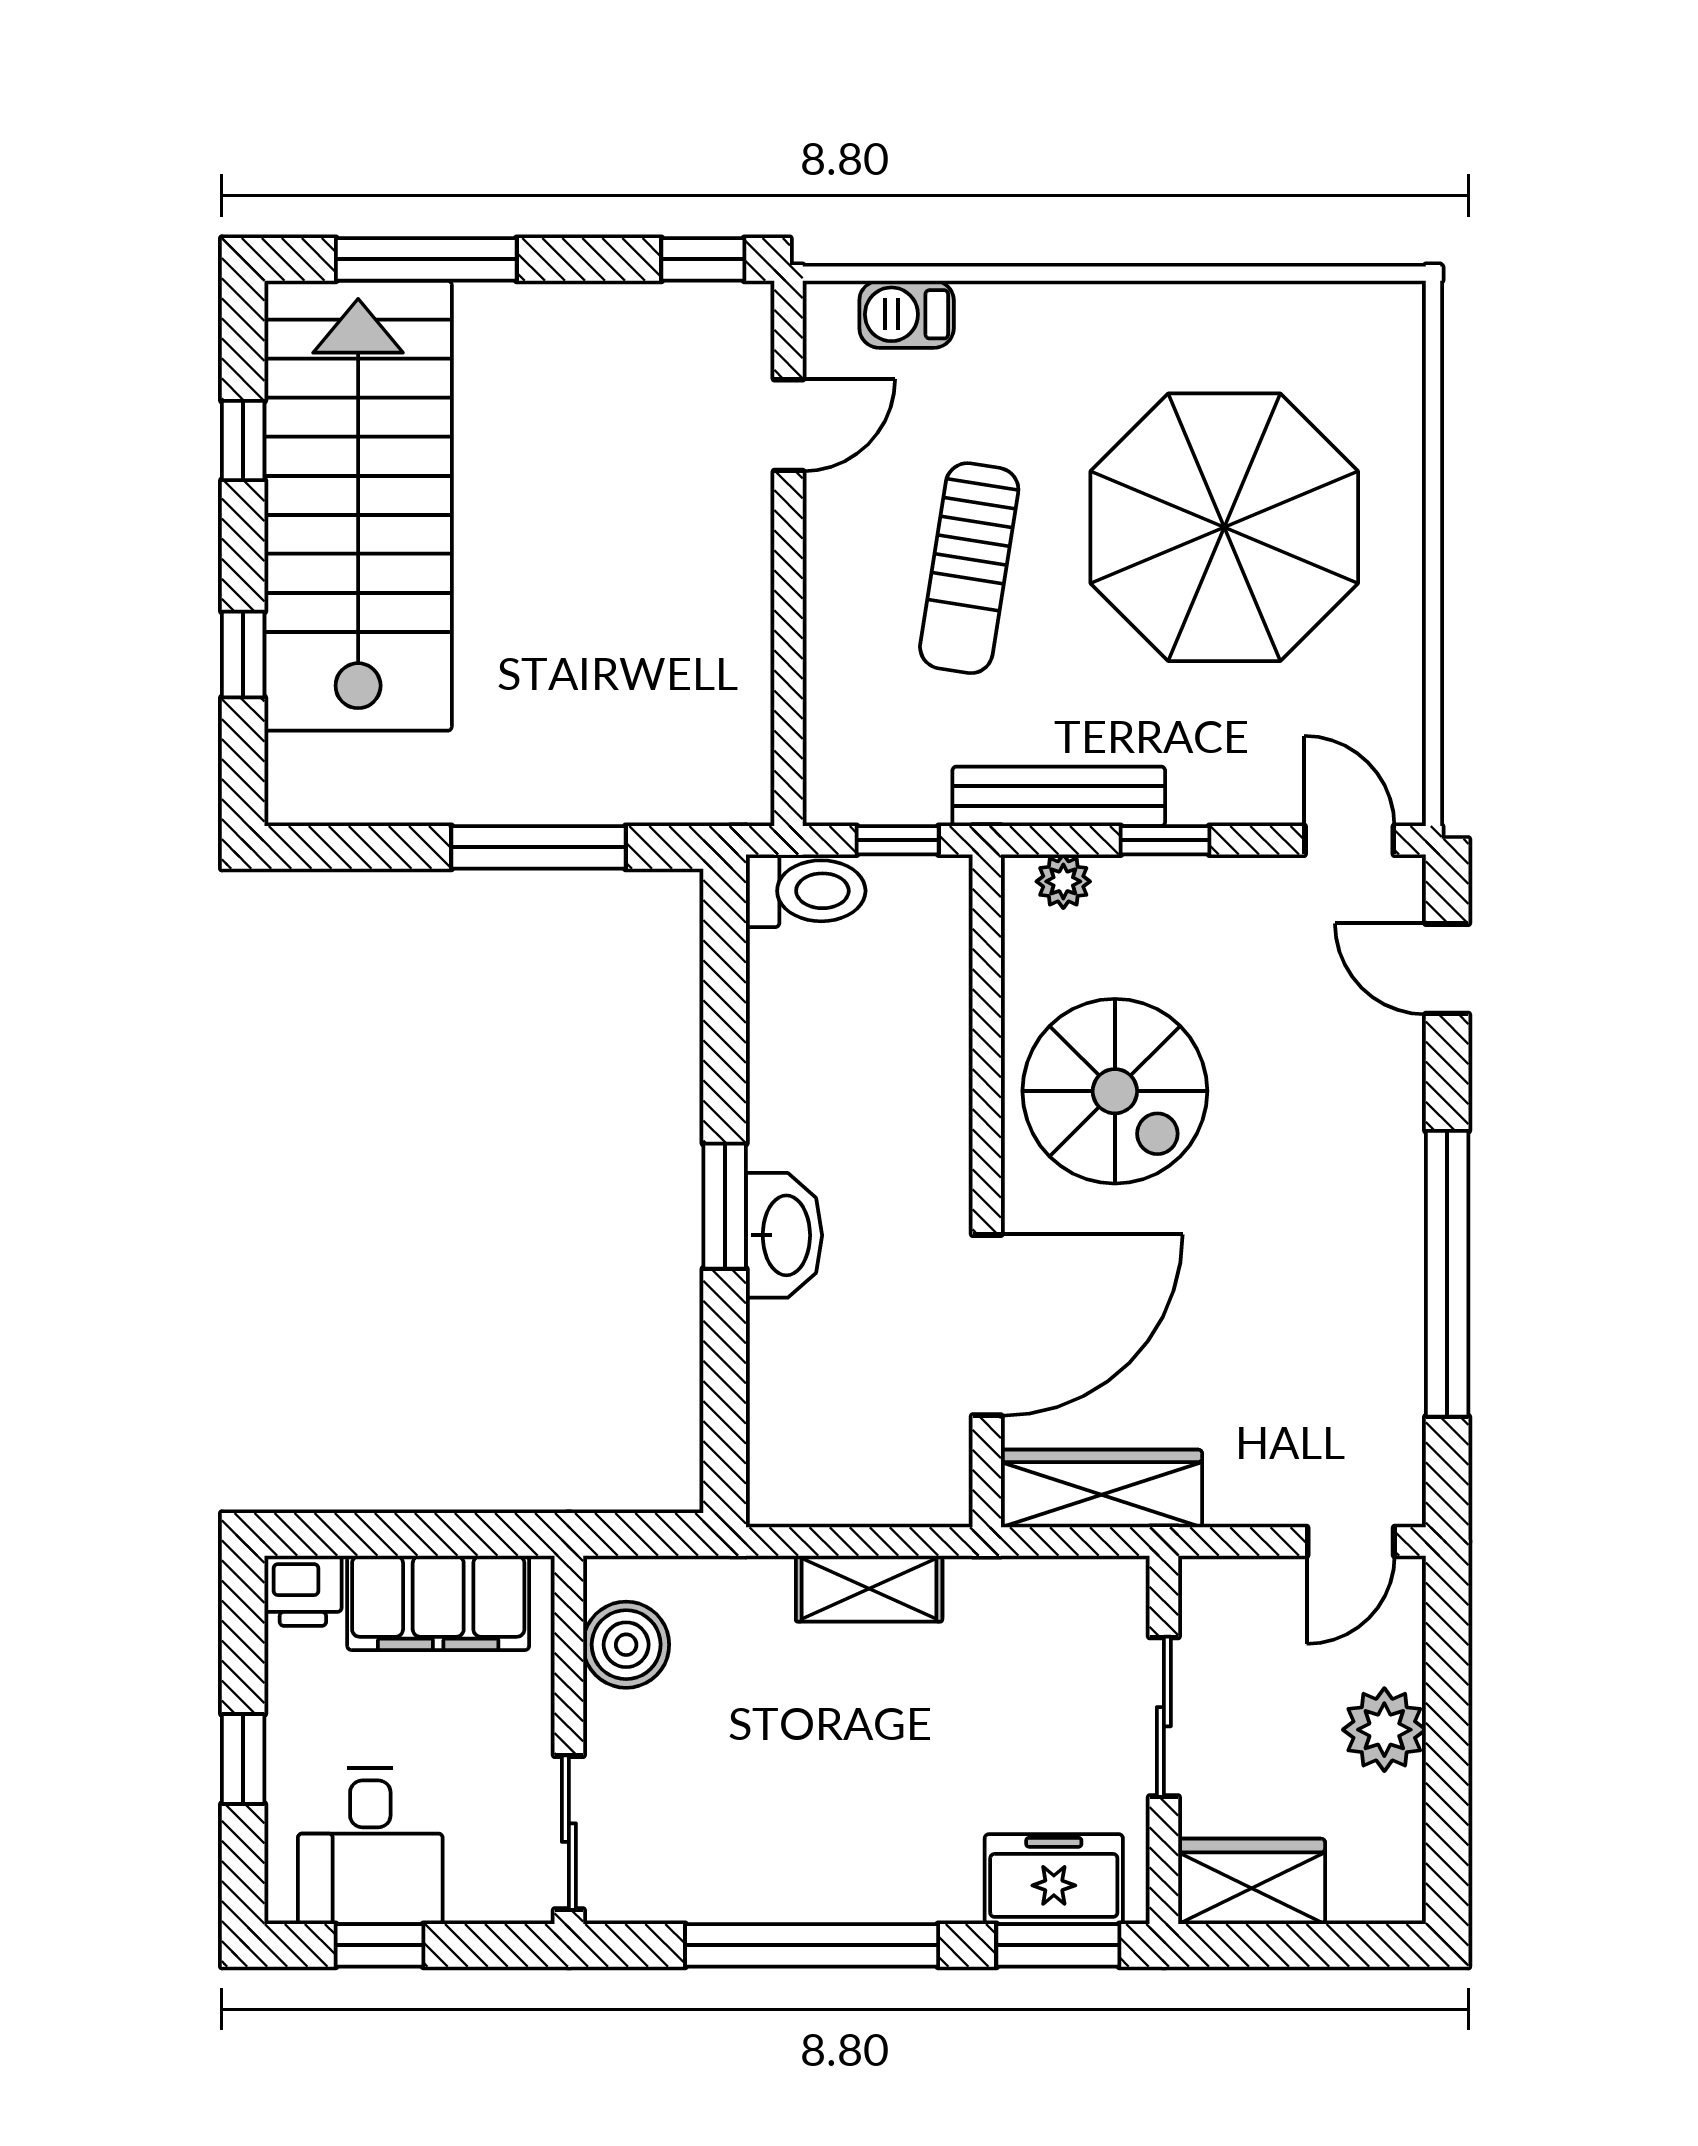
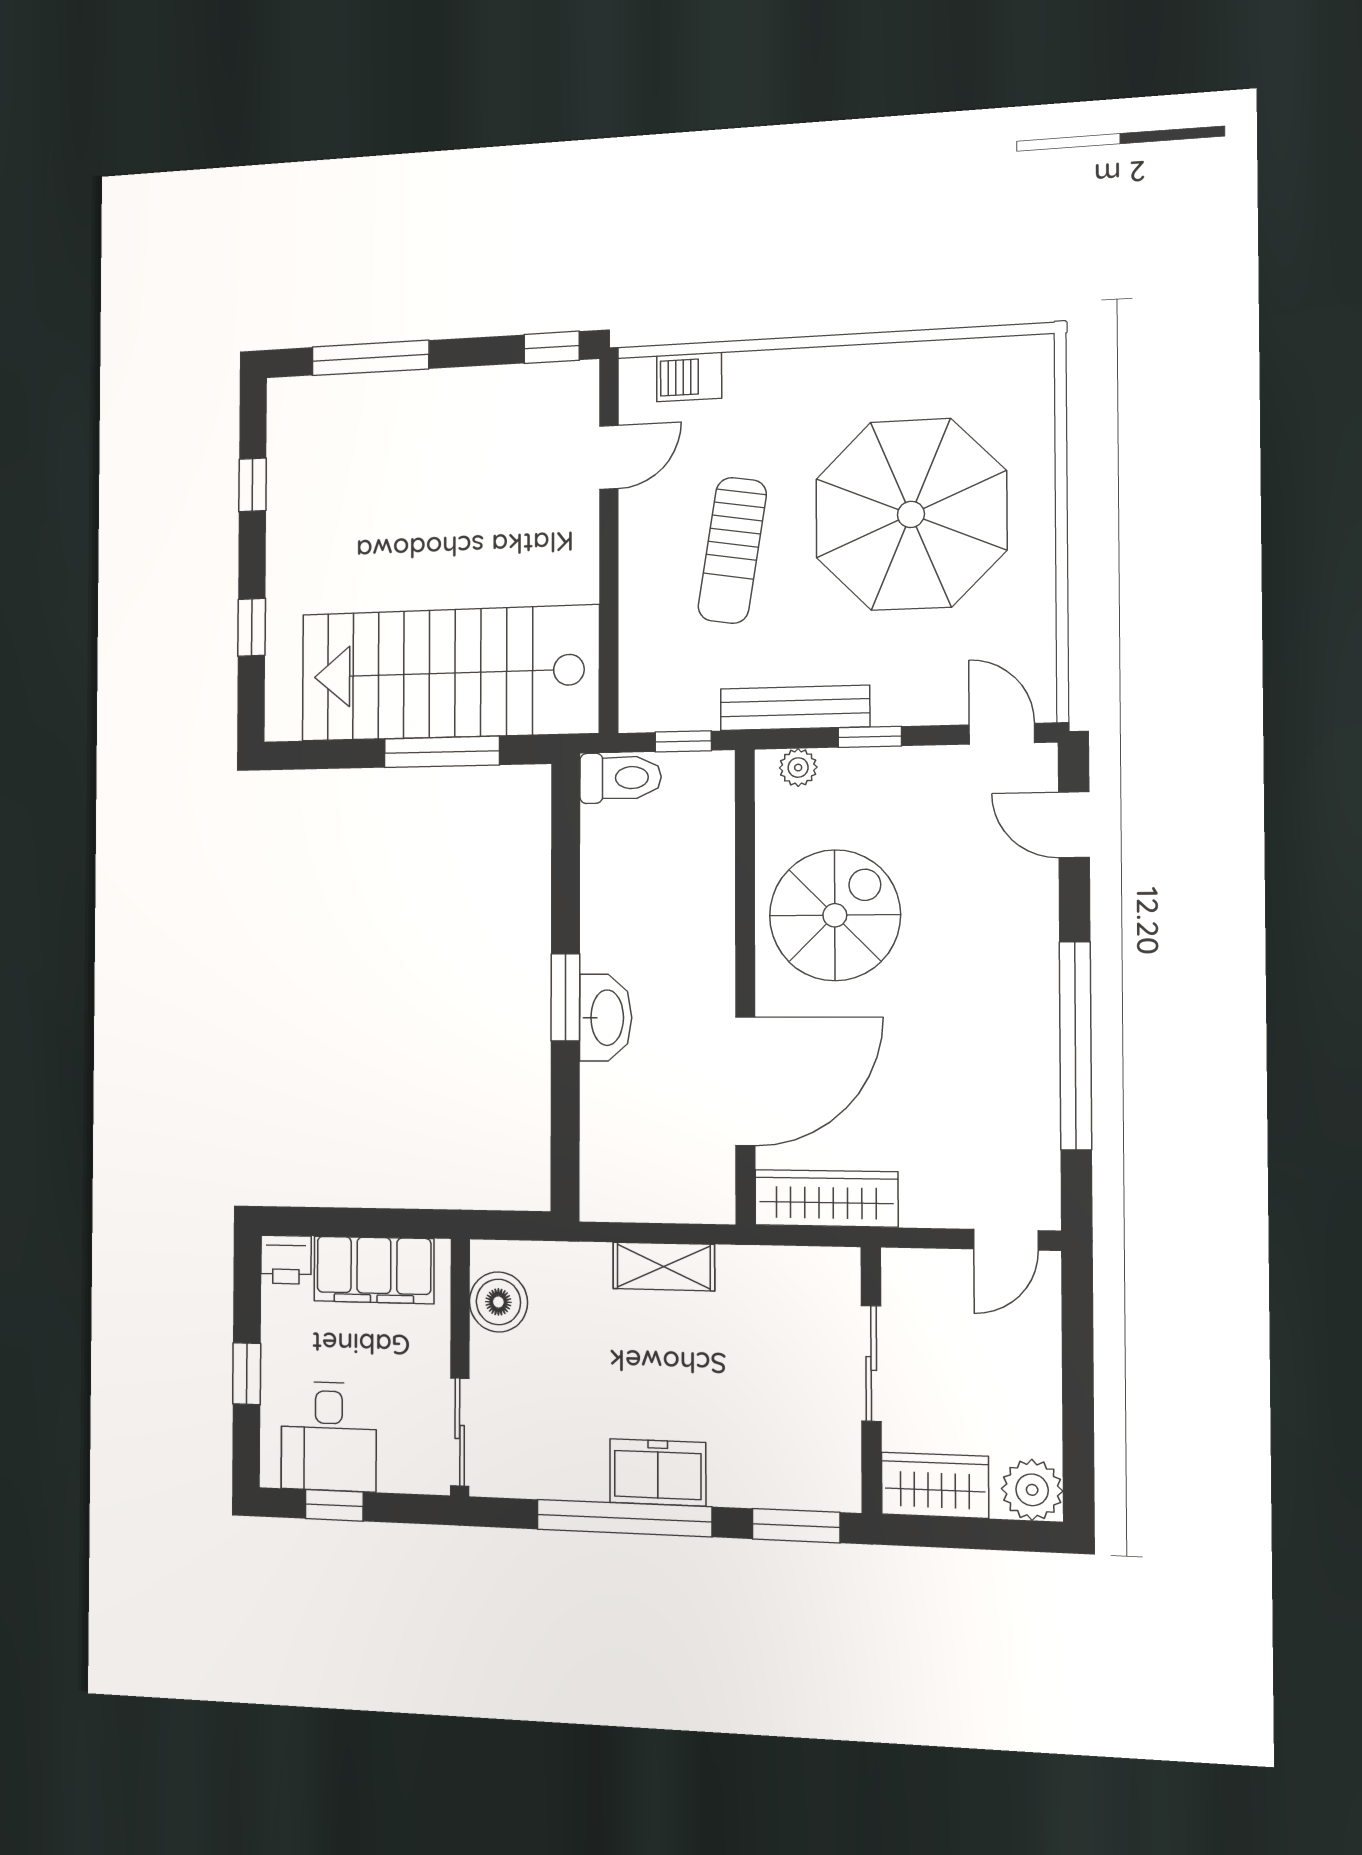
stairs: (358, 506) -> (449, 673), moved, turned -90
spiral stairs: (1115, 1091) -> (835, 915), turned -90
plant: (1384, 1730) -> (1032, 1490), moved
freezer: (1054, 1879) -> (658, 1472), moved

